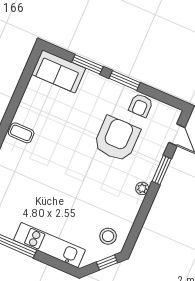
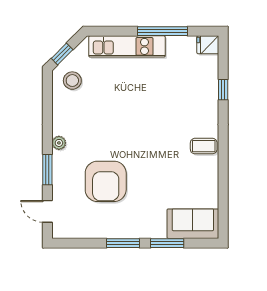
armchair: (141, 105) -> (96, 225), removed

